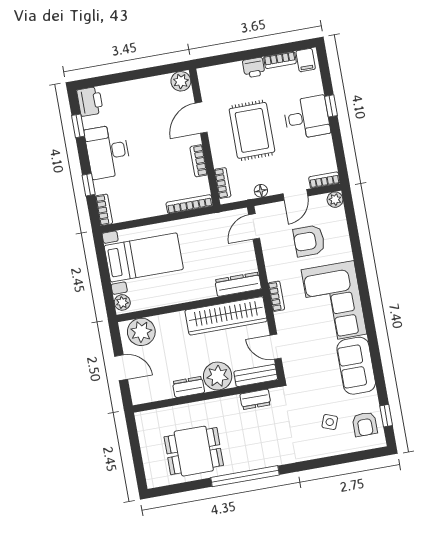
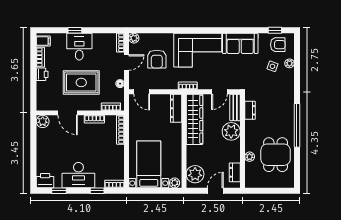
door: (295, 195) -> (127, 62), hinge flipped
dresser: (189, 387) -> (235, 172), moved
plant: (183, 412) -> (250, 157), added
plant: (339, 448) -> (289, 63), added

